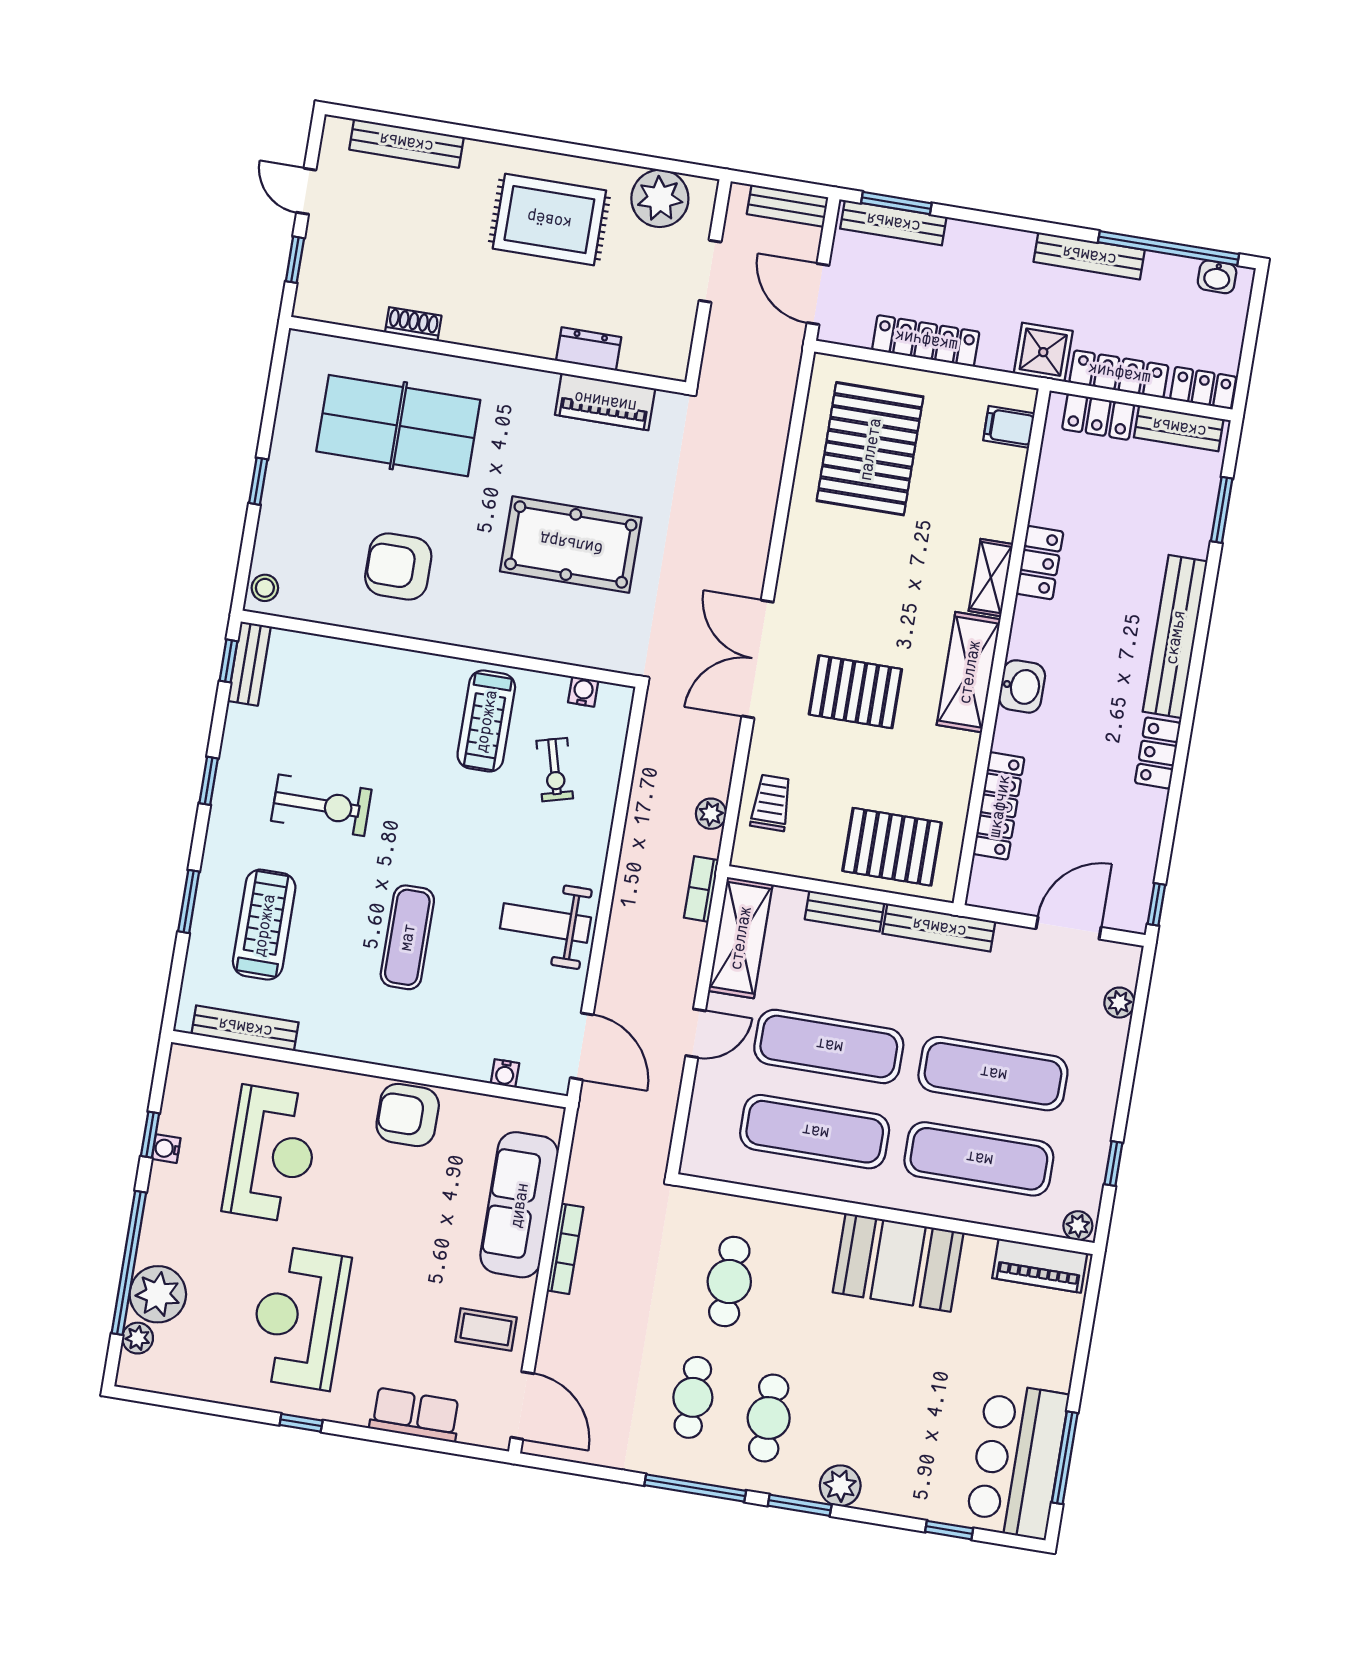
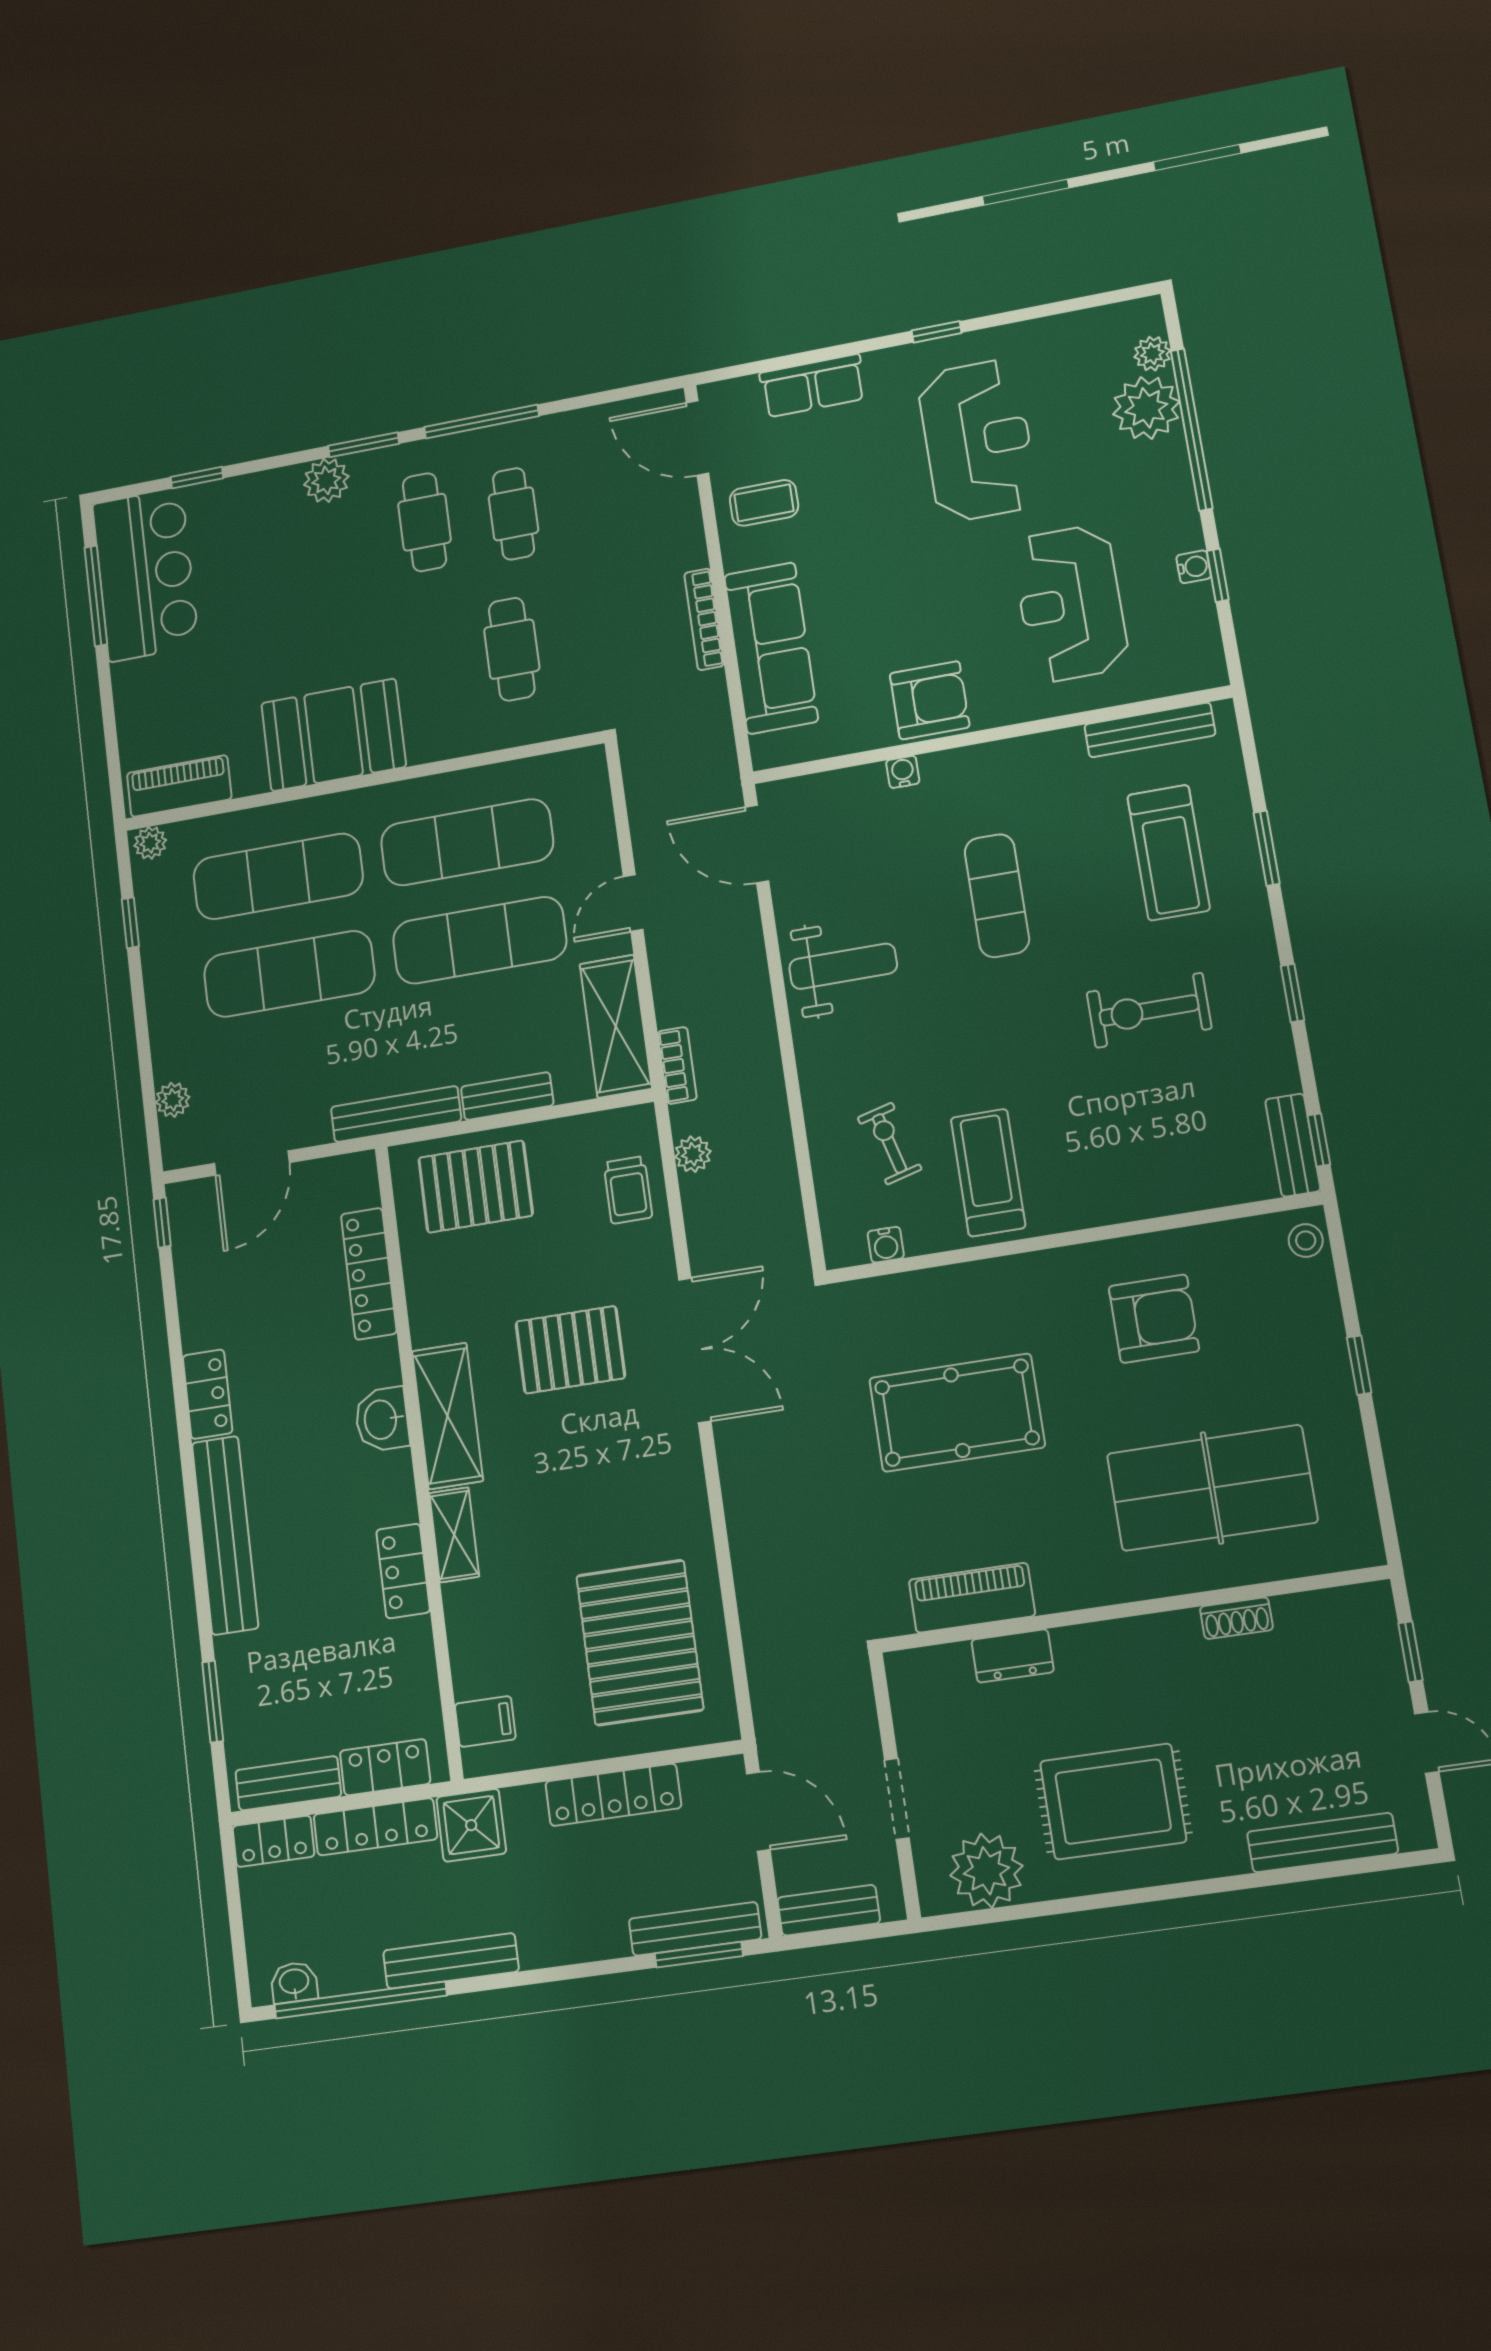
water cooler: (505, 1073) -> (903, 772), moved

